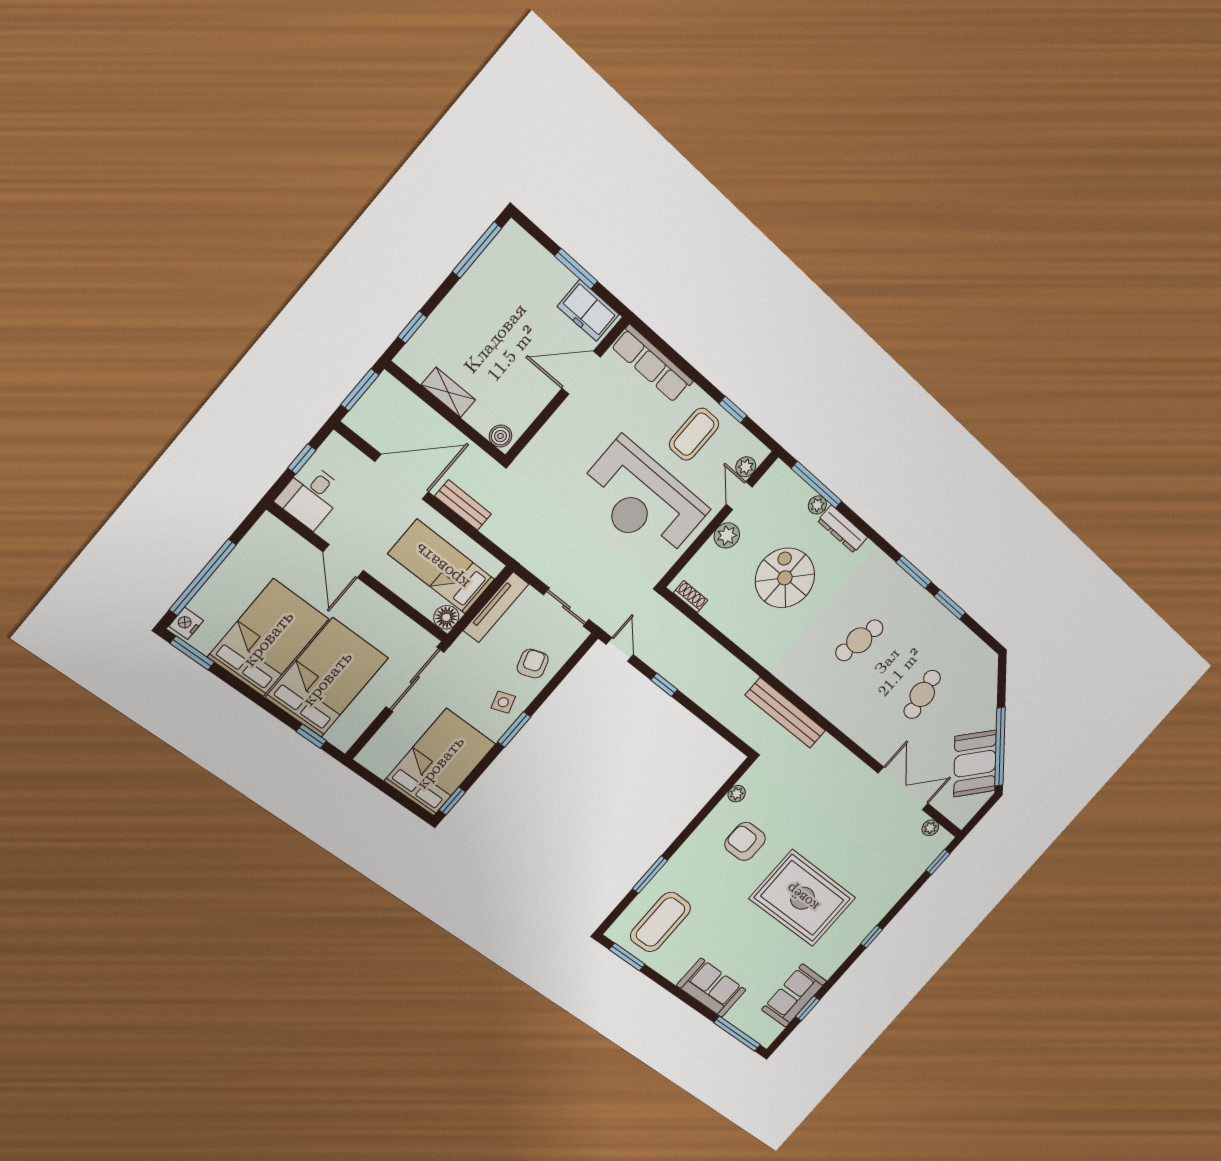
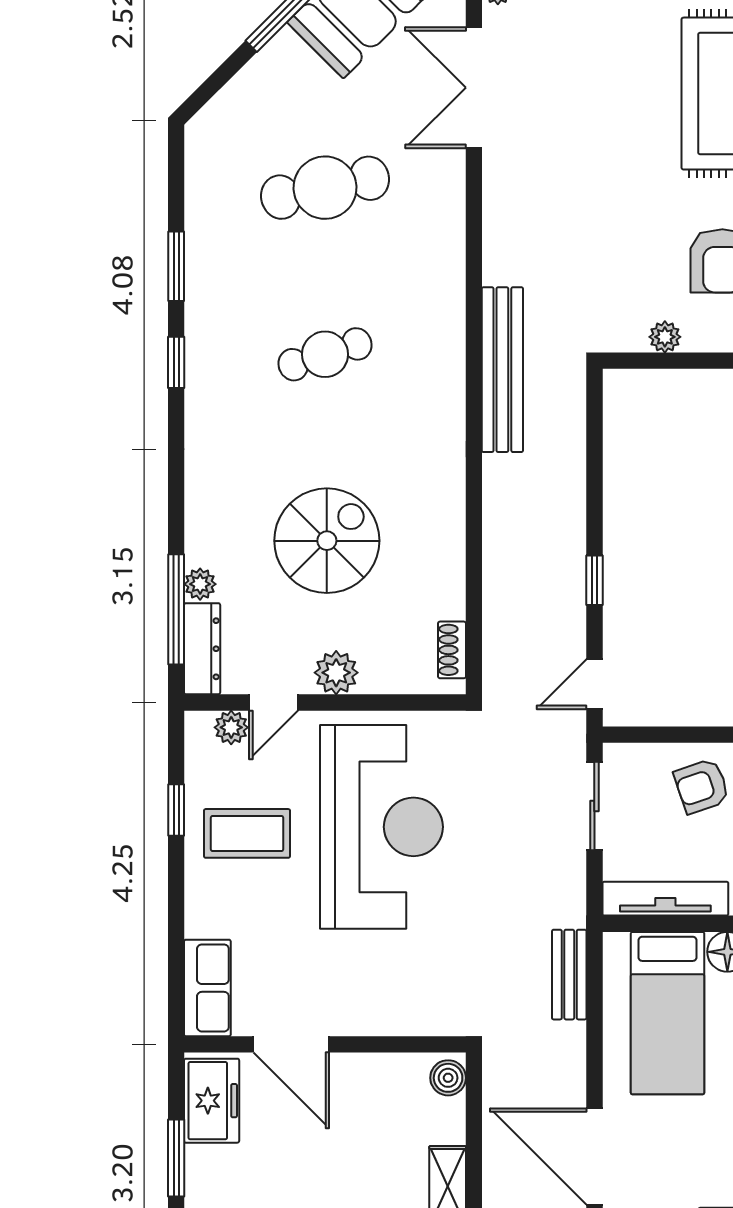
row of seats: (652, 364) -> (207, 988), width x0.68
bench: (463, 505) -> (569, 975), moved
dresser: (842, 529) -> (202, 649), moved
window: (914, 572) -> (176, 362), width x0.67
spiral stairs: (785, 578) -> (327, 541), turned 180
cafe table: (859, 640) -> (325, 354), turned -30
cafe table: (922, 694) -> (325, 188), width x1.37, depth x1.35

